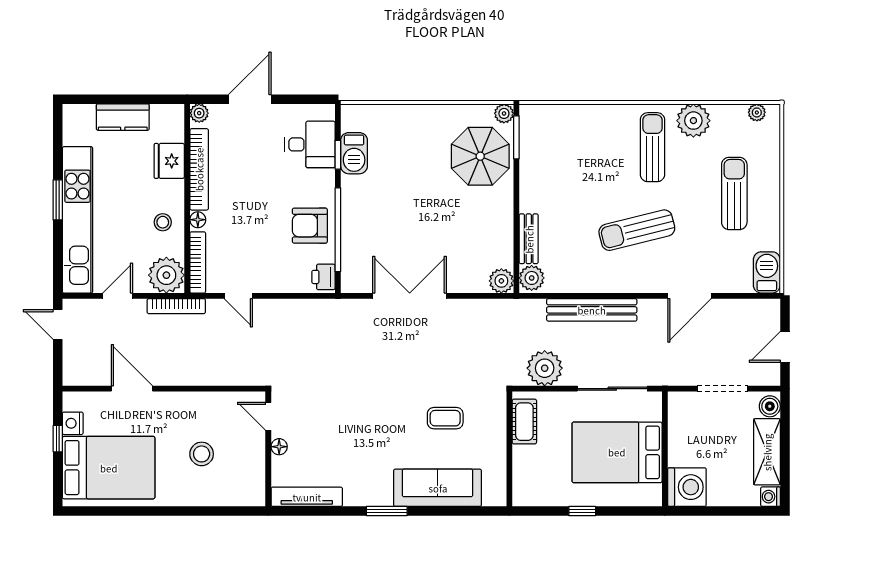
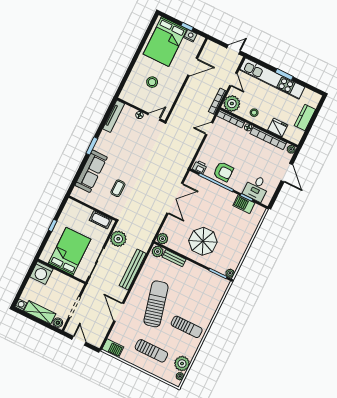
plant: (693, 121) -> (182, 364), moved
parasol: (480, 156) -> (203, 241), moved
armchair: (310, 226) -> (223, 172), turned 90
sun lounger: (637, 230) -> (156, 304), width x1.36, depth x1.34

